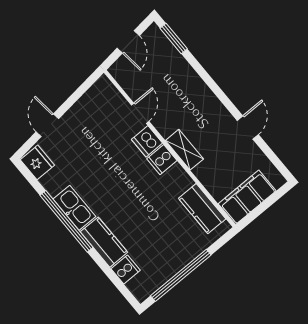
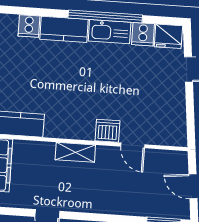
cooker: (162, 160) -> (143, 34), moved, turned 180

